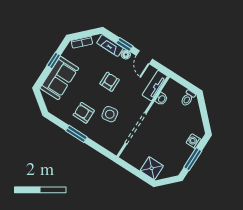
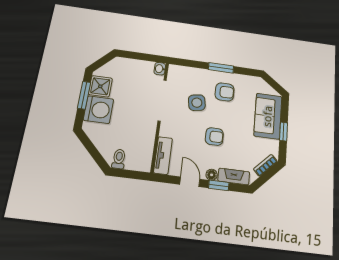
armchair: (110, 82) -> (214, 137), turned -90
washbasin: (161, 99) -> (160, 69), moved
washing machine: (194, 141) -> (98, 110), width x1.89, depth x1.89
shower: (152, 168) -> (100, 86), moved

